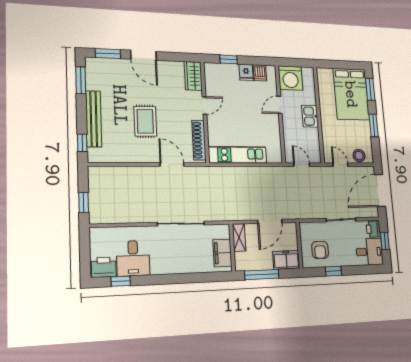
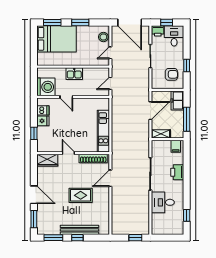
door: (143, 55) -> (34, 195), hinge flipped
window: (82, 143) -> (77, 238), moved
door: (270, 221) -> (150, 111), hinge flipped
filing cabinet: (222, 253) -> (176, 146), width x0.50
desk: (133, 258) -> (163, 202), moved, turned 180
printer: (104, 267) -> (177, 172), moved

